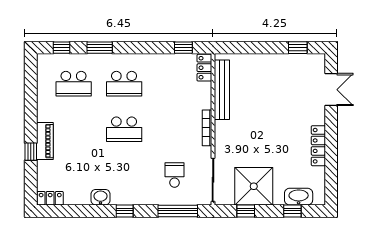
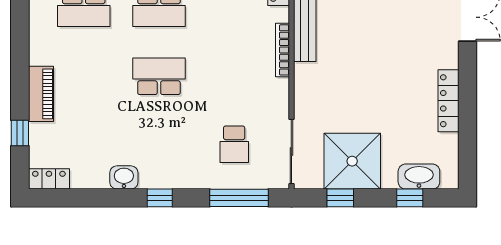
bookcase: (207, 128) -> (282, 50), moved
school desk: (124, 129) -> (159, 76), turned 180
window: (31, 152) -> (20, 133), moved
school desk: (175, 175) -> (234, 144), turned 180

